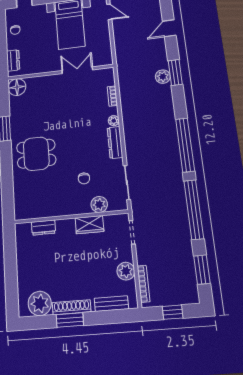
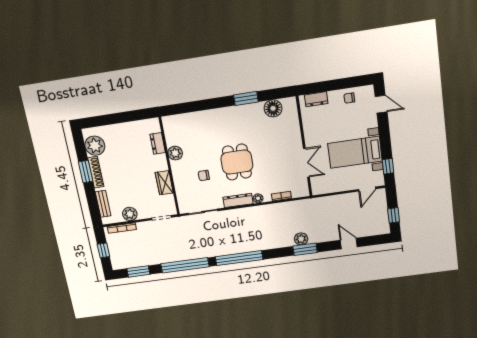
floor lamp: (17, 87) -> (273, 108), moved
dining table: (36, 154) -> (237, 162), moved
plant: (99, 204) -> (175, 153), moved

